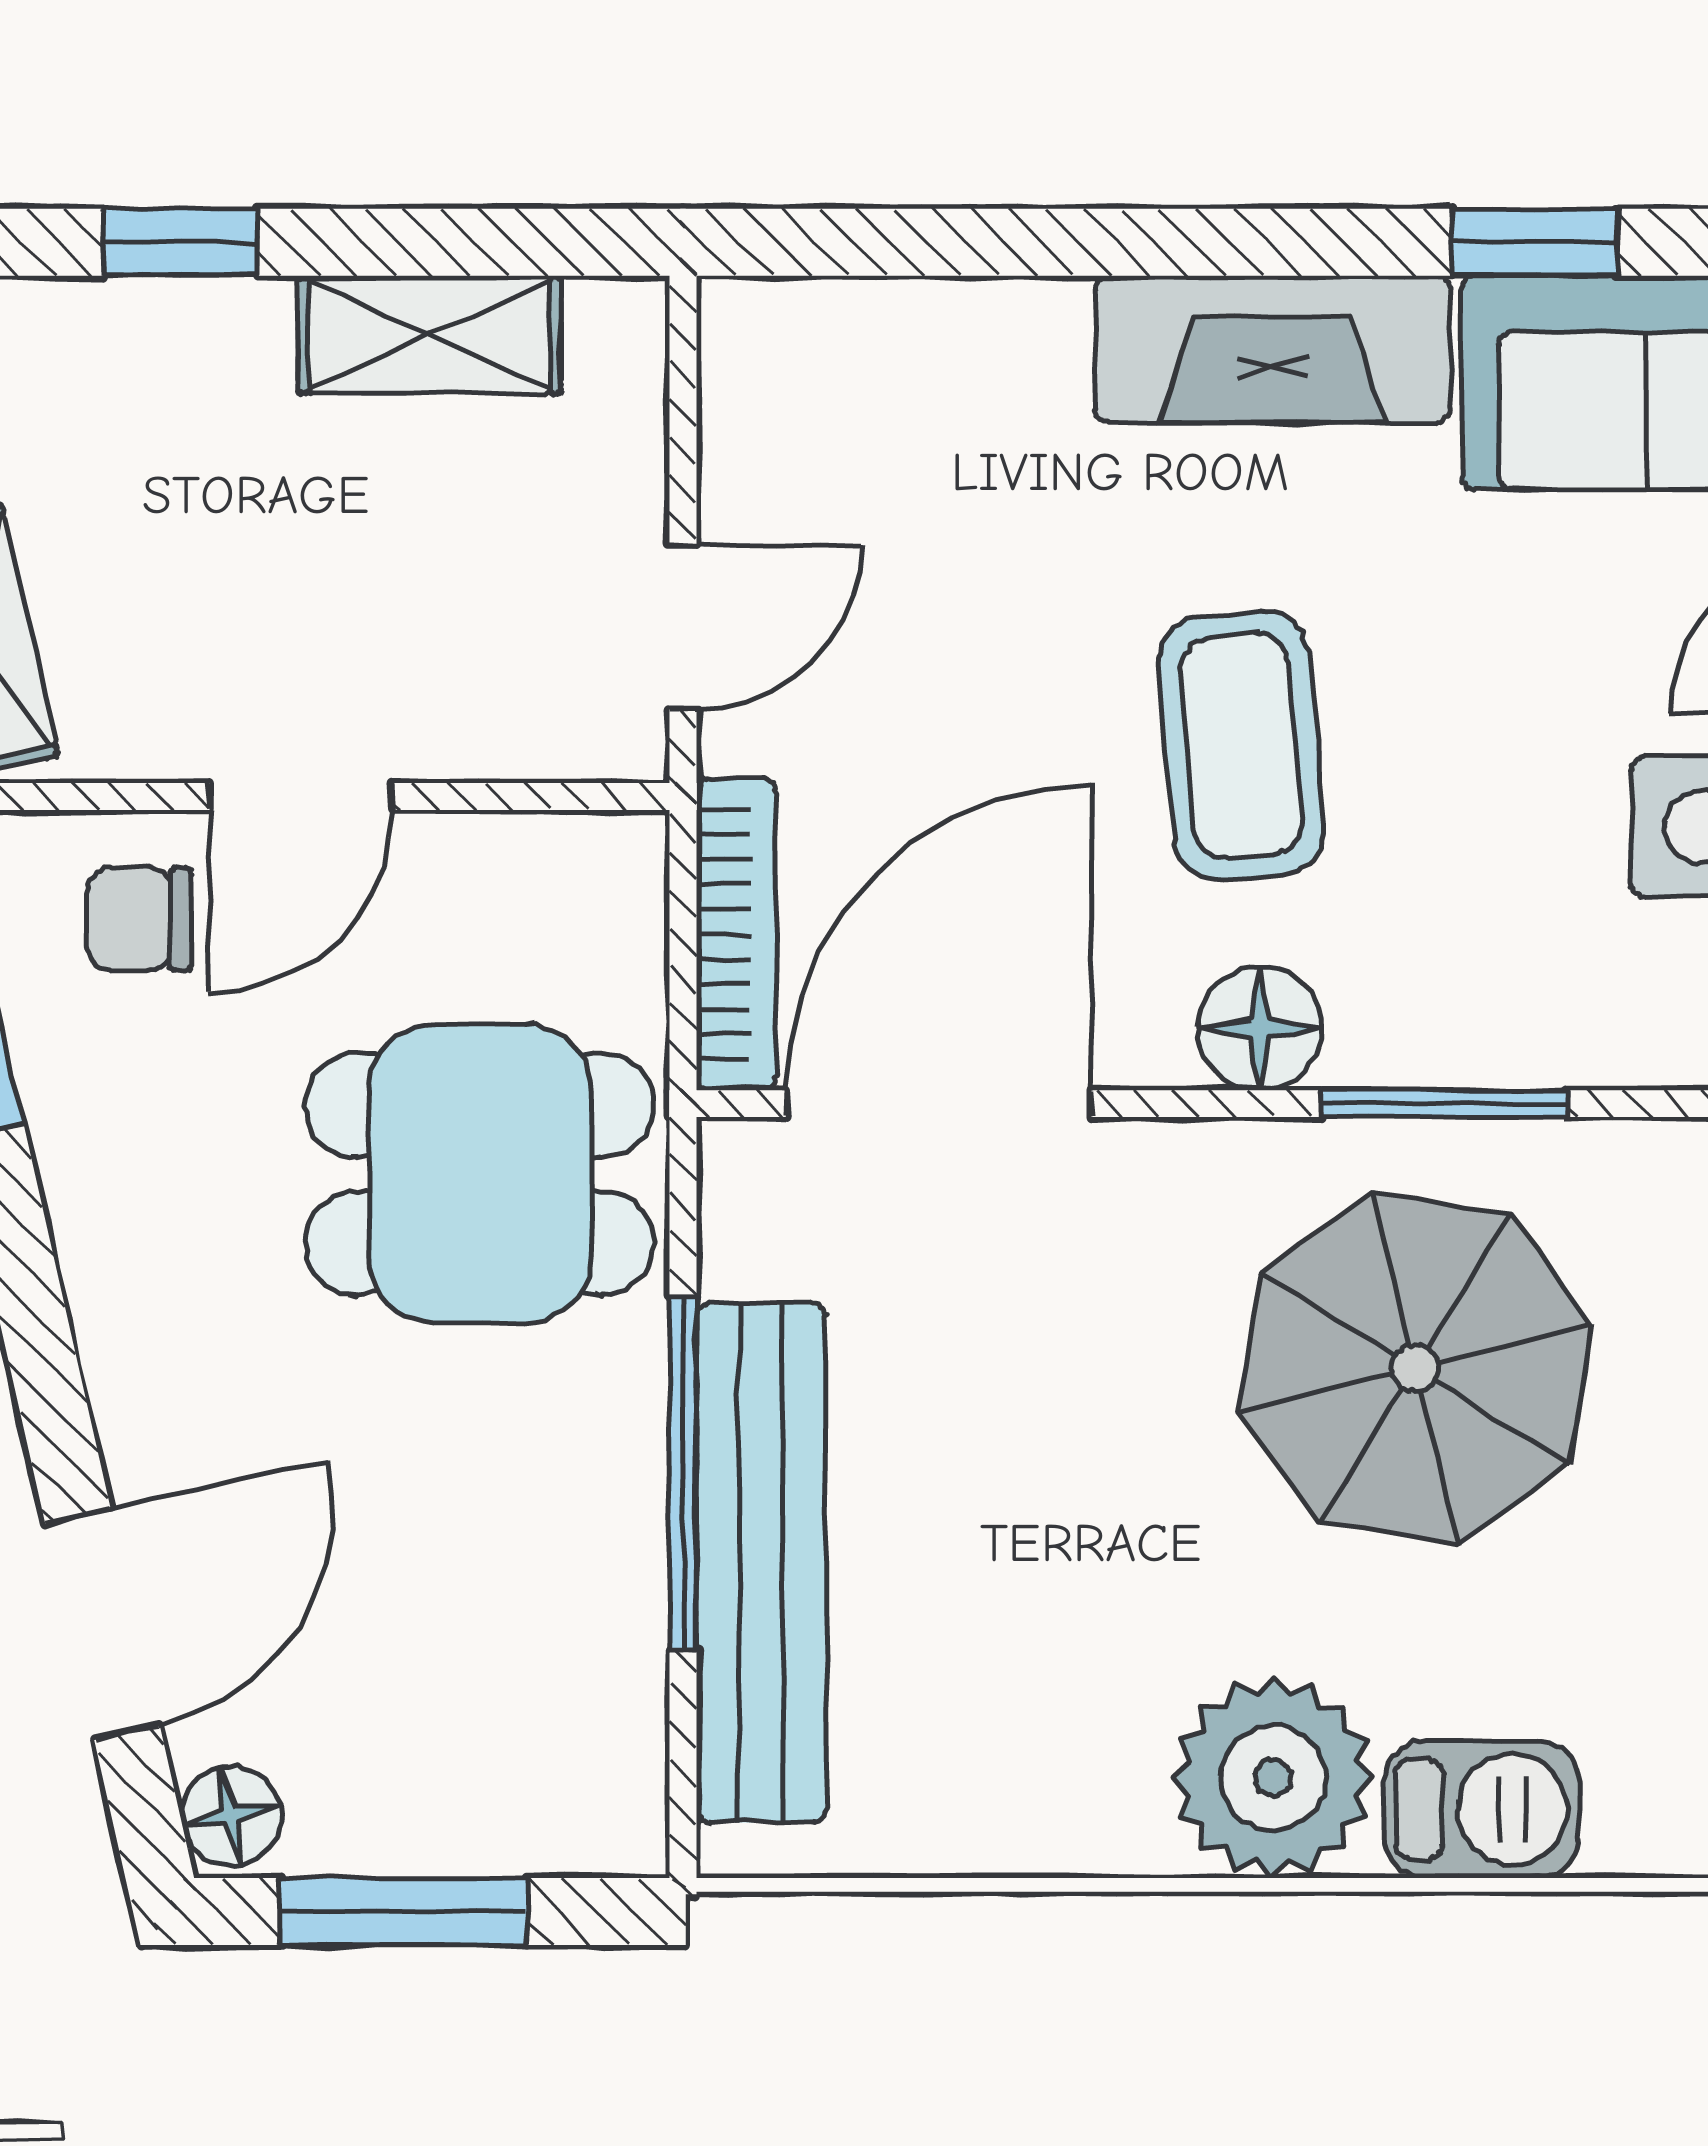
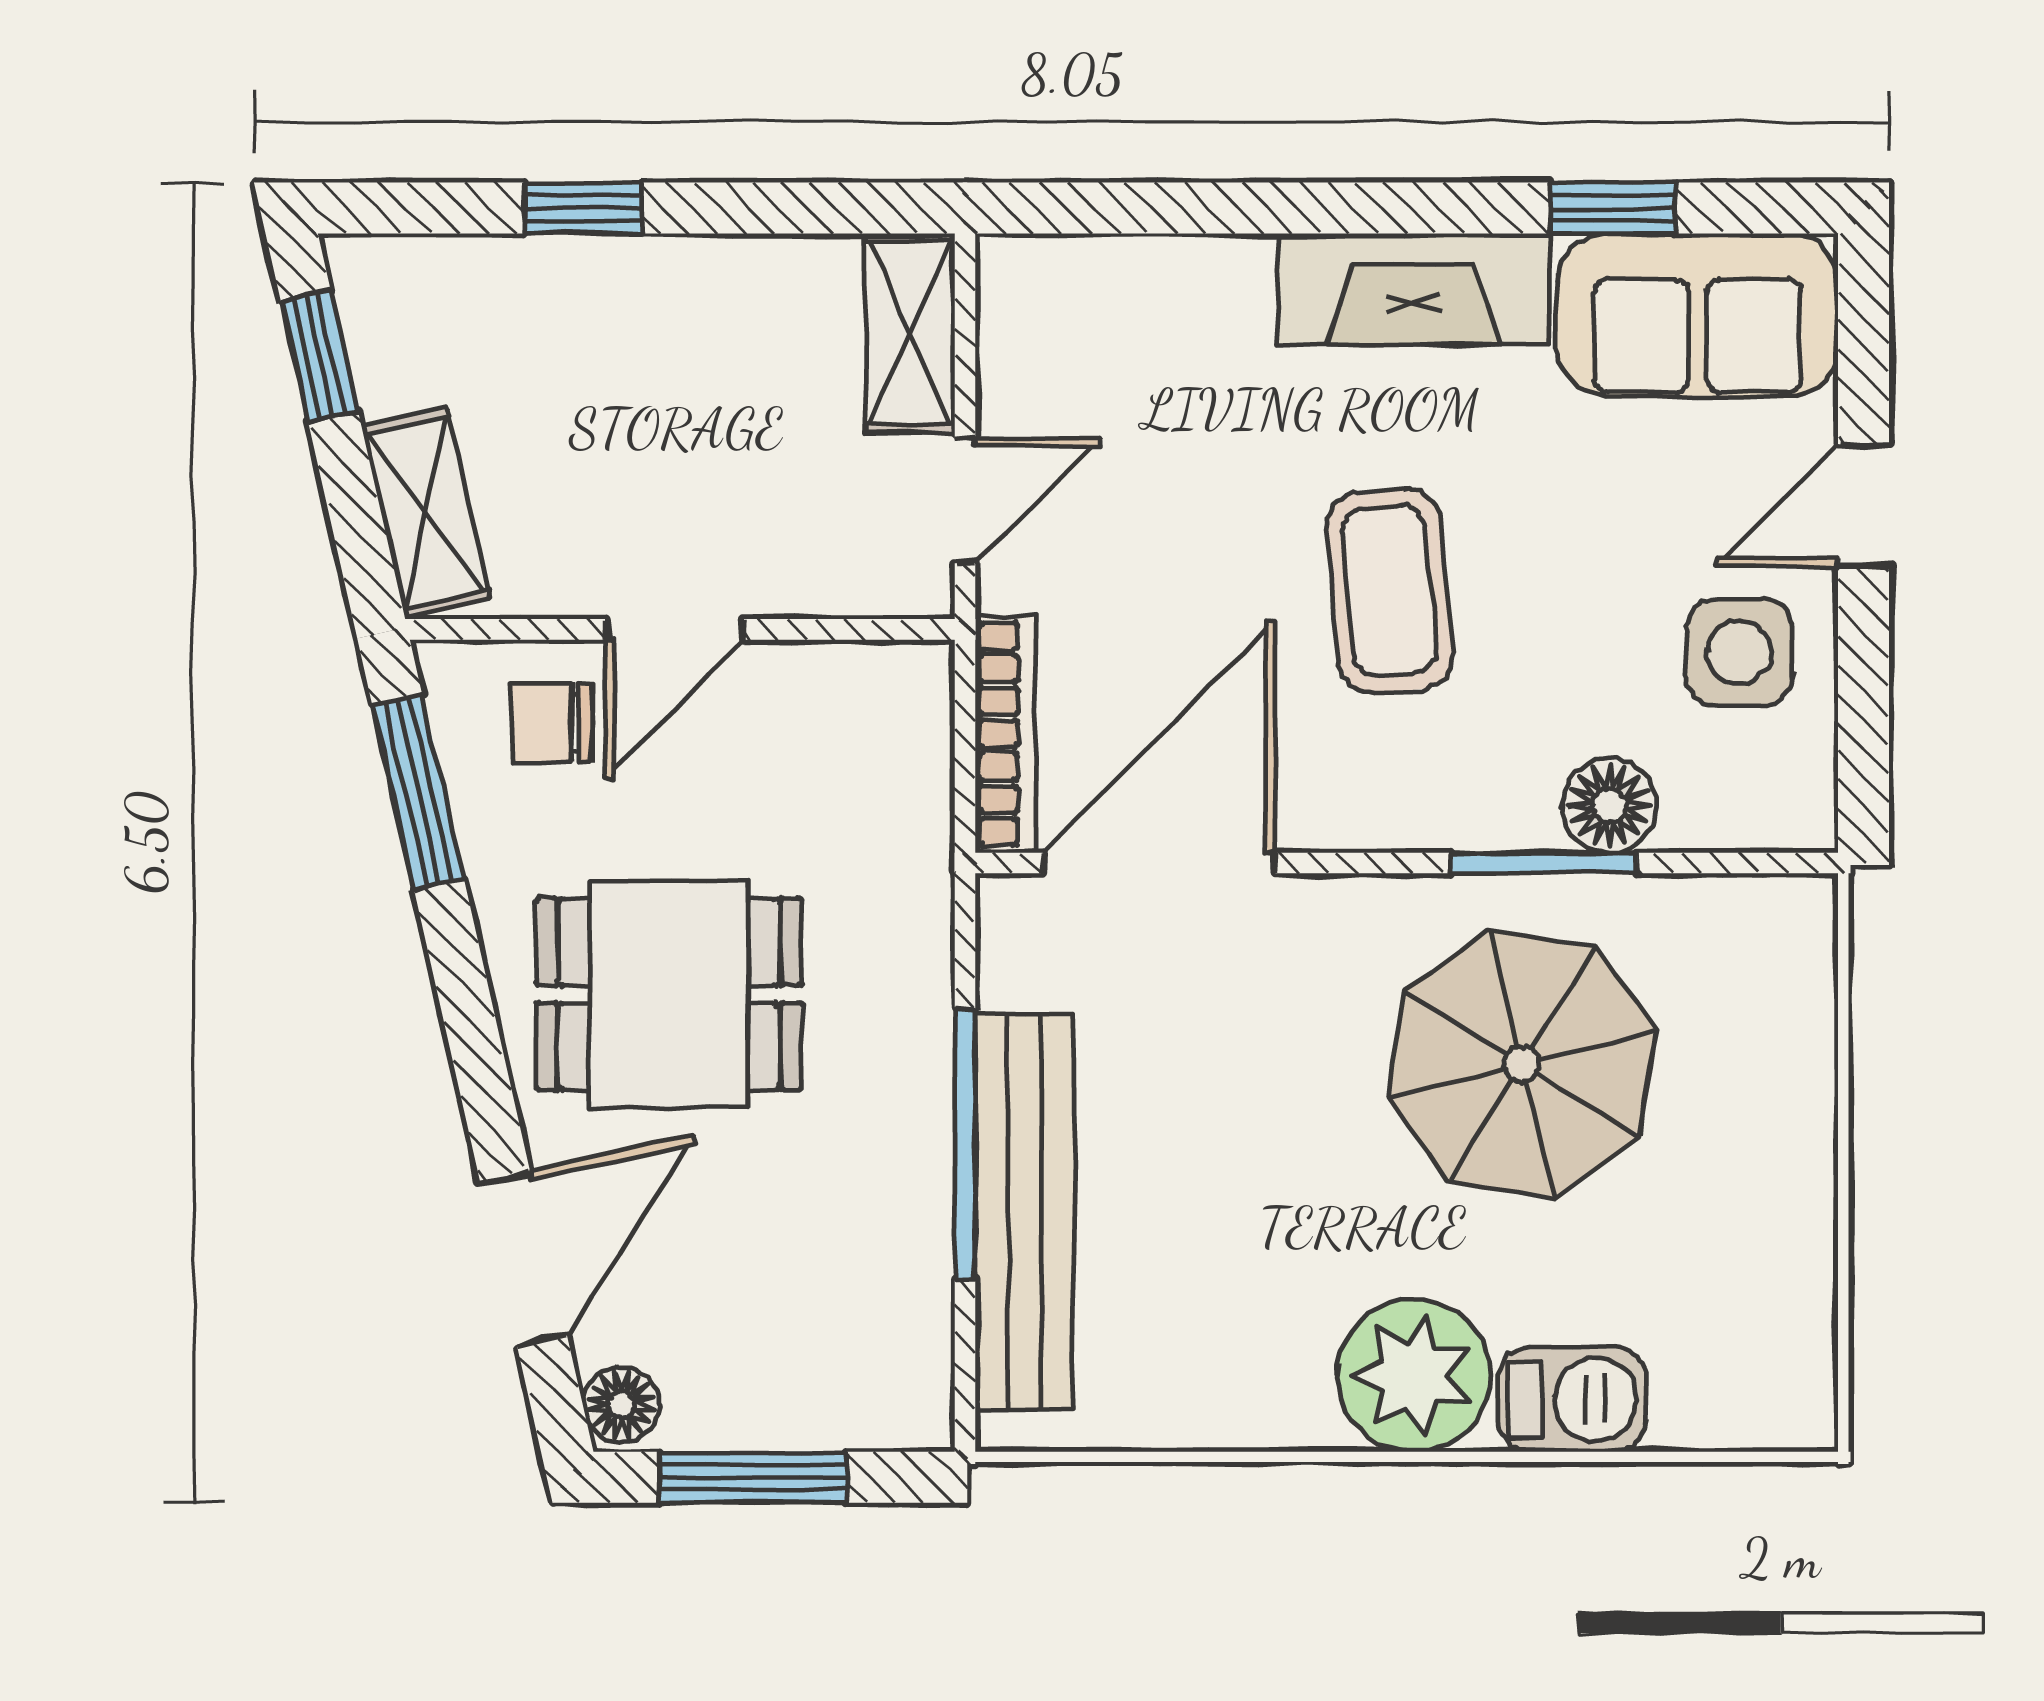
shelving: (430, 335) -> (910, 333), moved, turned 90
floor lamp: (1260, 1028) -> (1609, 806), moved
dining table: (480, 1174) -> (669, 994), moved

